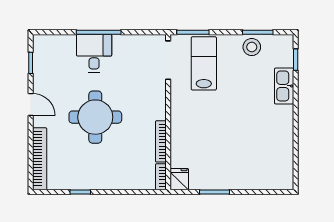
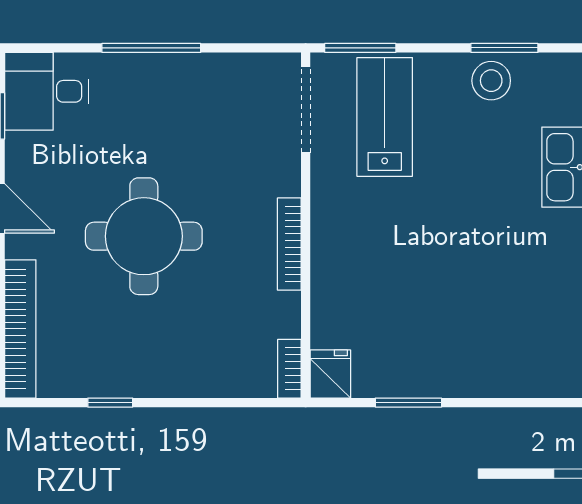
desk: (94, 53) -> (47, 91), moved, turned -90
bookcase: (161, 141) -> (289, 244), moved

